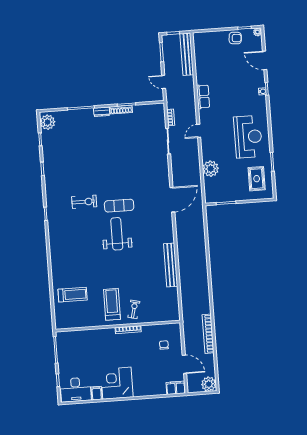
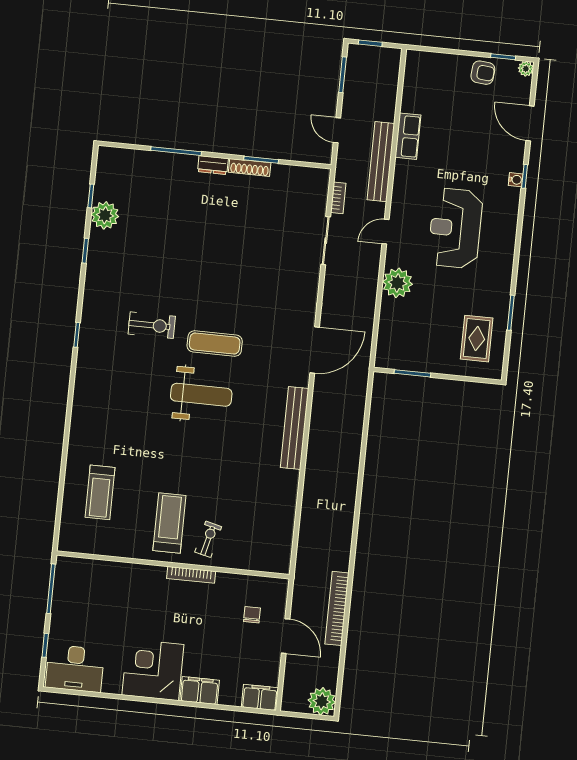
bench: (187, 54) -> (381, 162), moved
row of seats: (203, 97) -> (408, 136), moved
plant: (48, 122) -> (105, 215), moved
reception desk: (248, 137) -> (455, 228), moved, turned 180
plant: (211, 169) -> (397, 283), moved
weight bench: (117, 234) -> (201, 395), turned 90
bench: (171, 265) -> (295, 428), moved
treadmill: (73, 295) -> (100, 492), turned 90
door: (184, 364) -> (286, 636), moved
filing cabinet: (97, 393) -> (200, 691), moved, width x2.00

